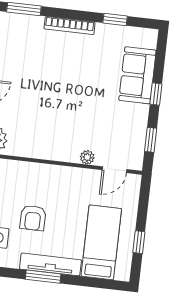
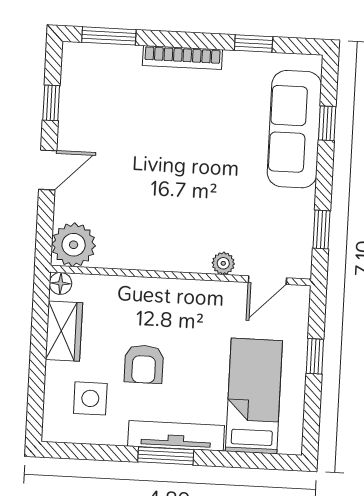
sofa: (137, 75) -> (294, 129), width x1.36
window: (156, 94) -> (327, 123), moved
window: (139, 242) -> (315, 356), moved

